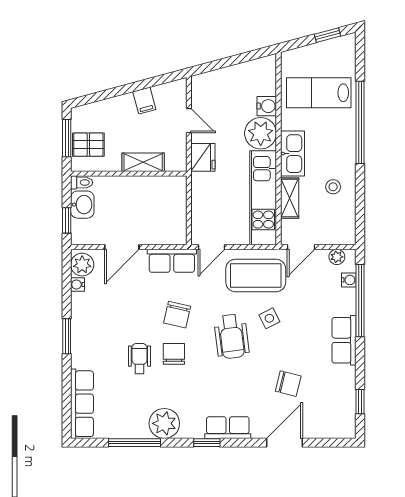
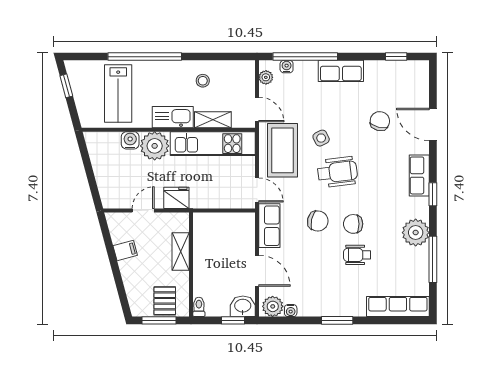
washbasin: (82, 205) -> (243, 306), moved

